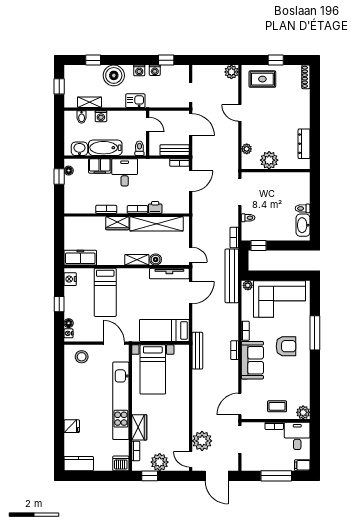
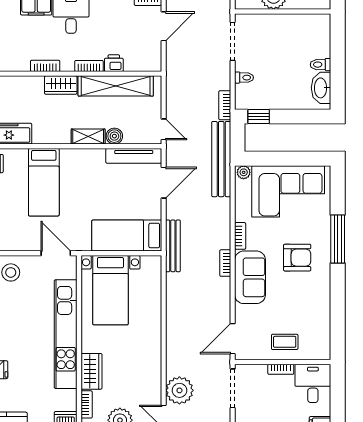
bench: (197, 351) -> (173, 246), moved
plant: (303, 412) -> (321, 350), removed

